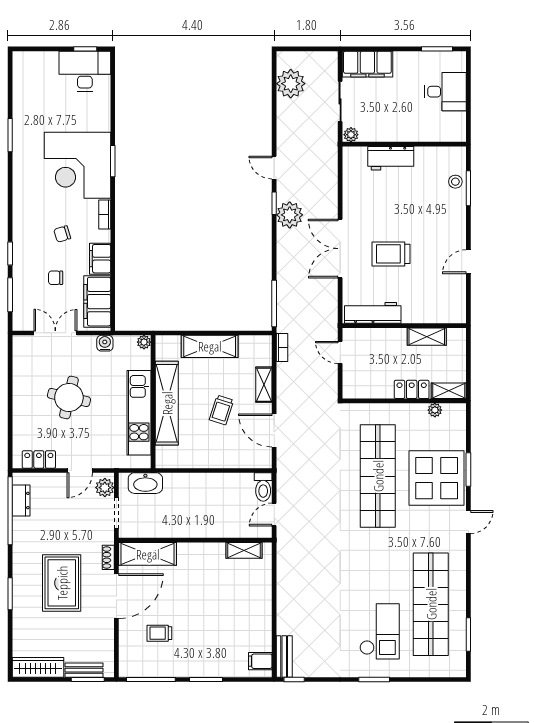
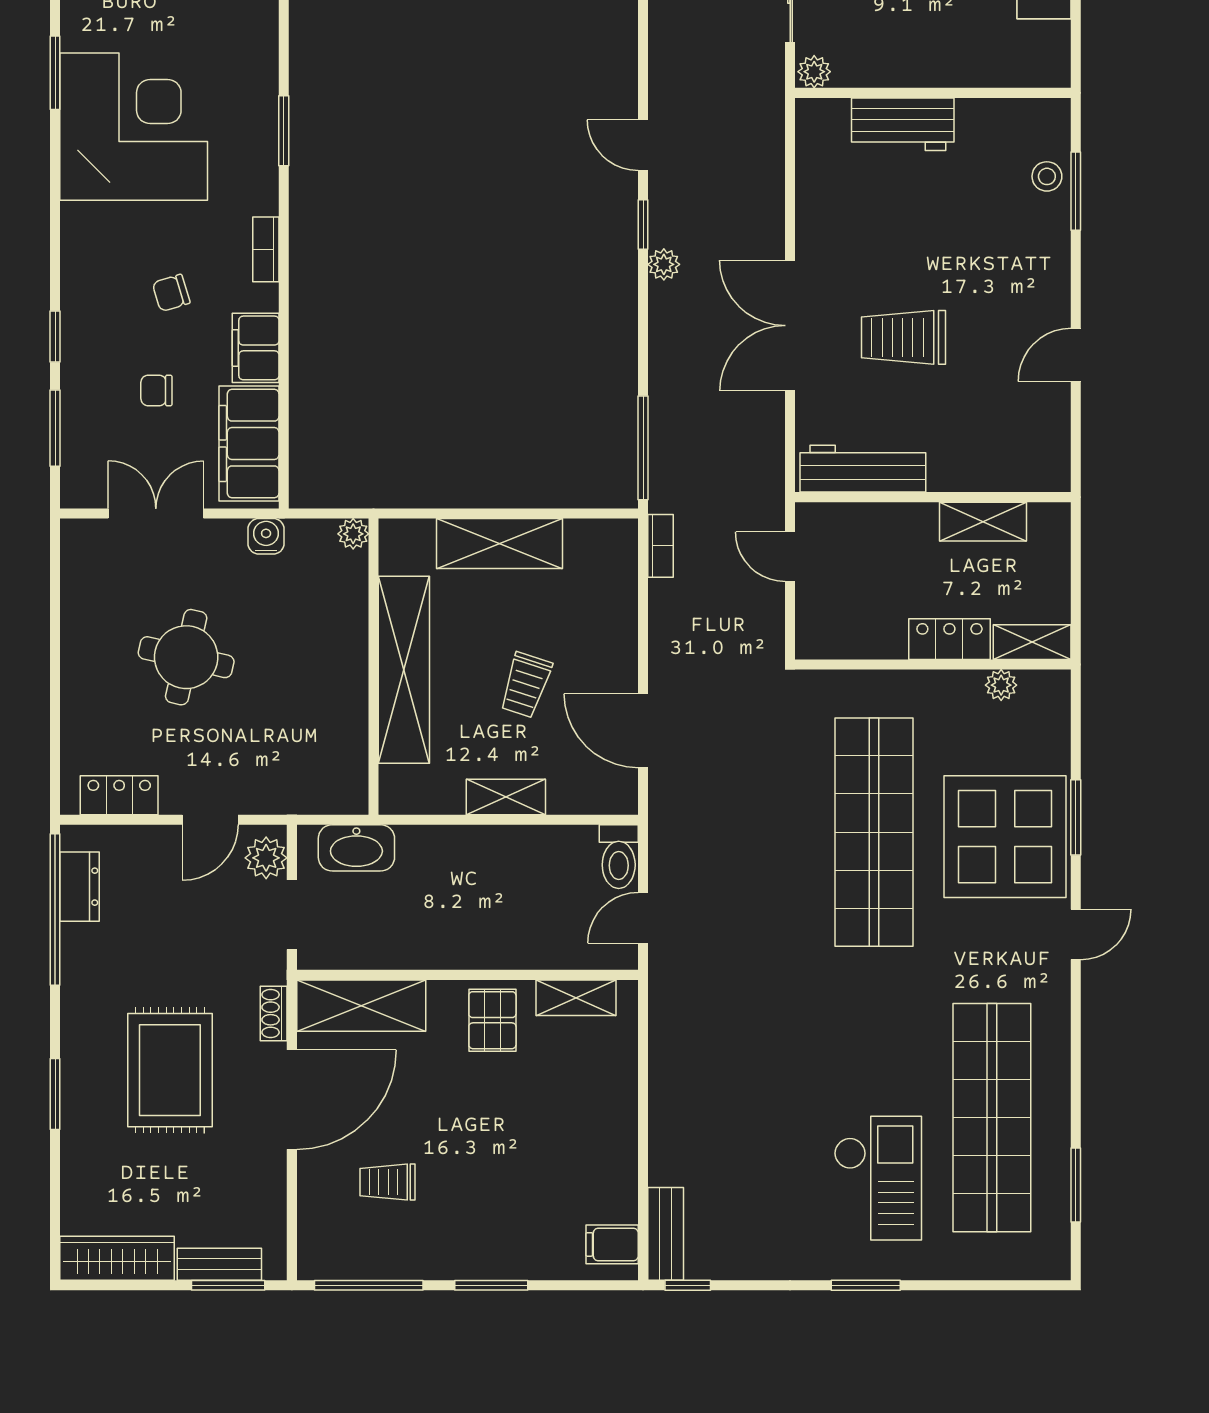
corner desk: (77, 165) -> (134, 127), moved, turned 180
plant: (290, 215) -> (664, 264), width x0.53, depth x0.53
shelving: (264, 385) -> (506, 797), moved, turned 90
kitchen unit: (139, 413) -> (342, 691), removed
pallet: (206, 560) -> (492, 1020), added

